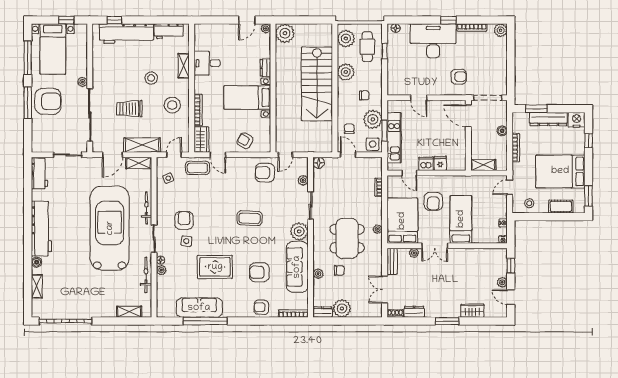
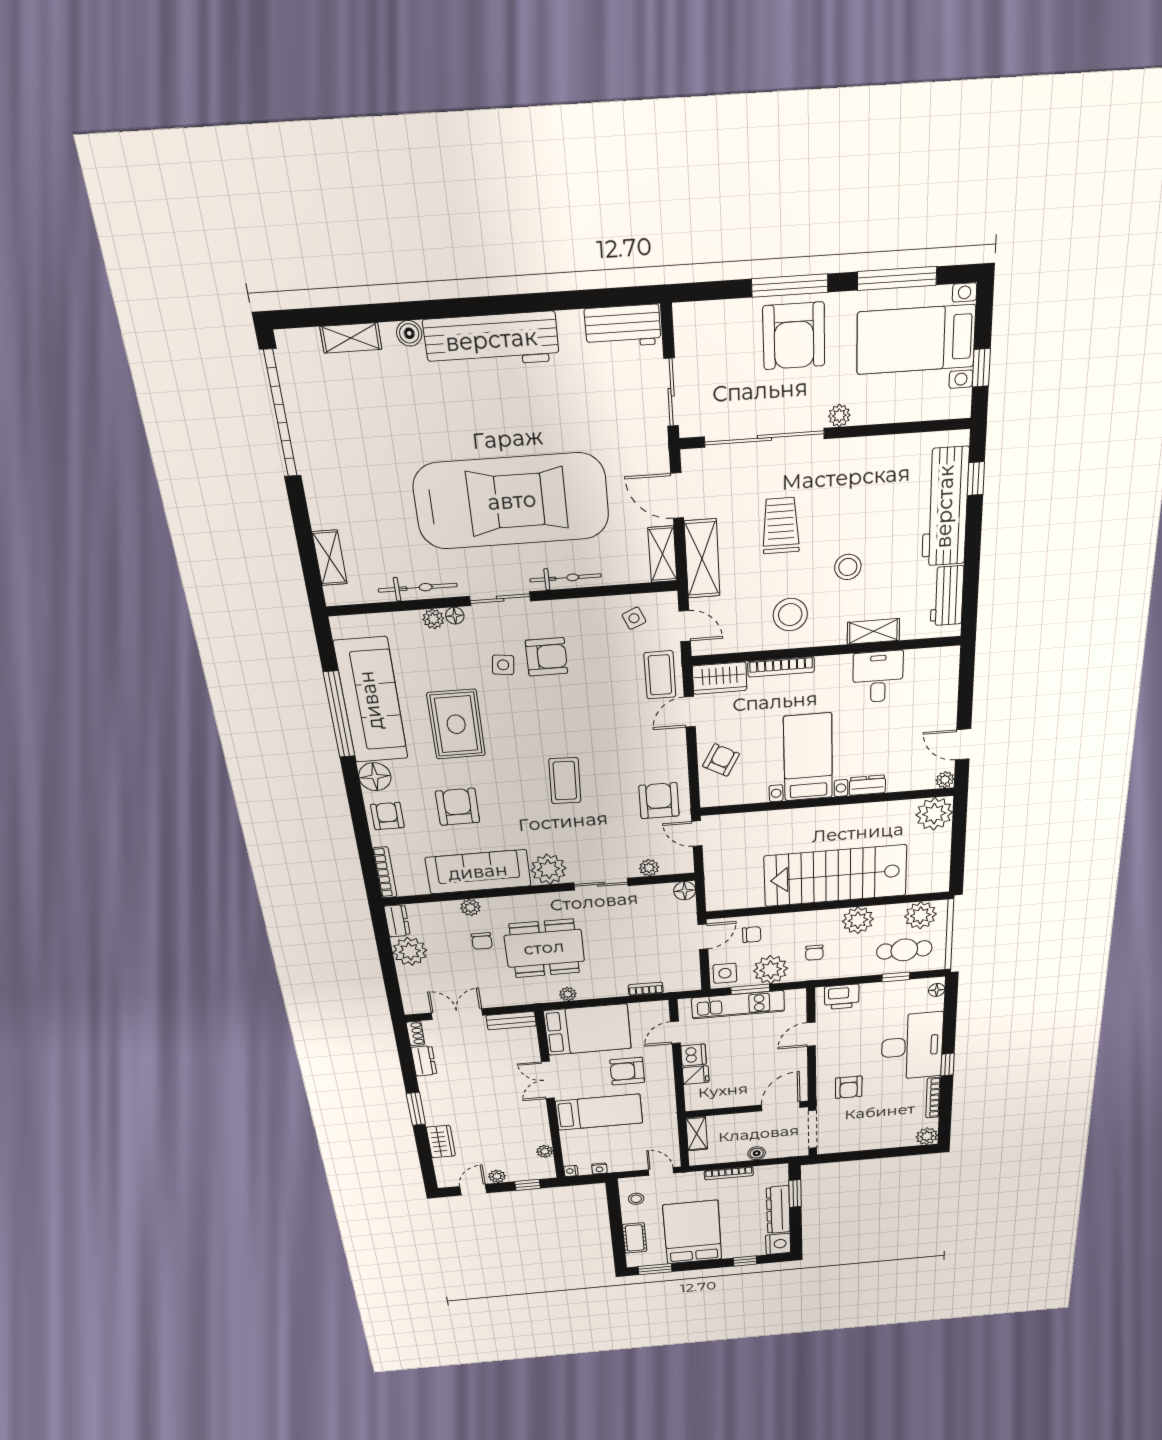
printer: (395, 81) -> (842, 997), added
plant: (414, 253) -> (545, 1151), moved
sofa: (199, 308) -> (371, 700), width x1.36, depth x1.27
floor lamp: (239, 310) -> (375, 777), added

